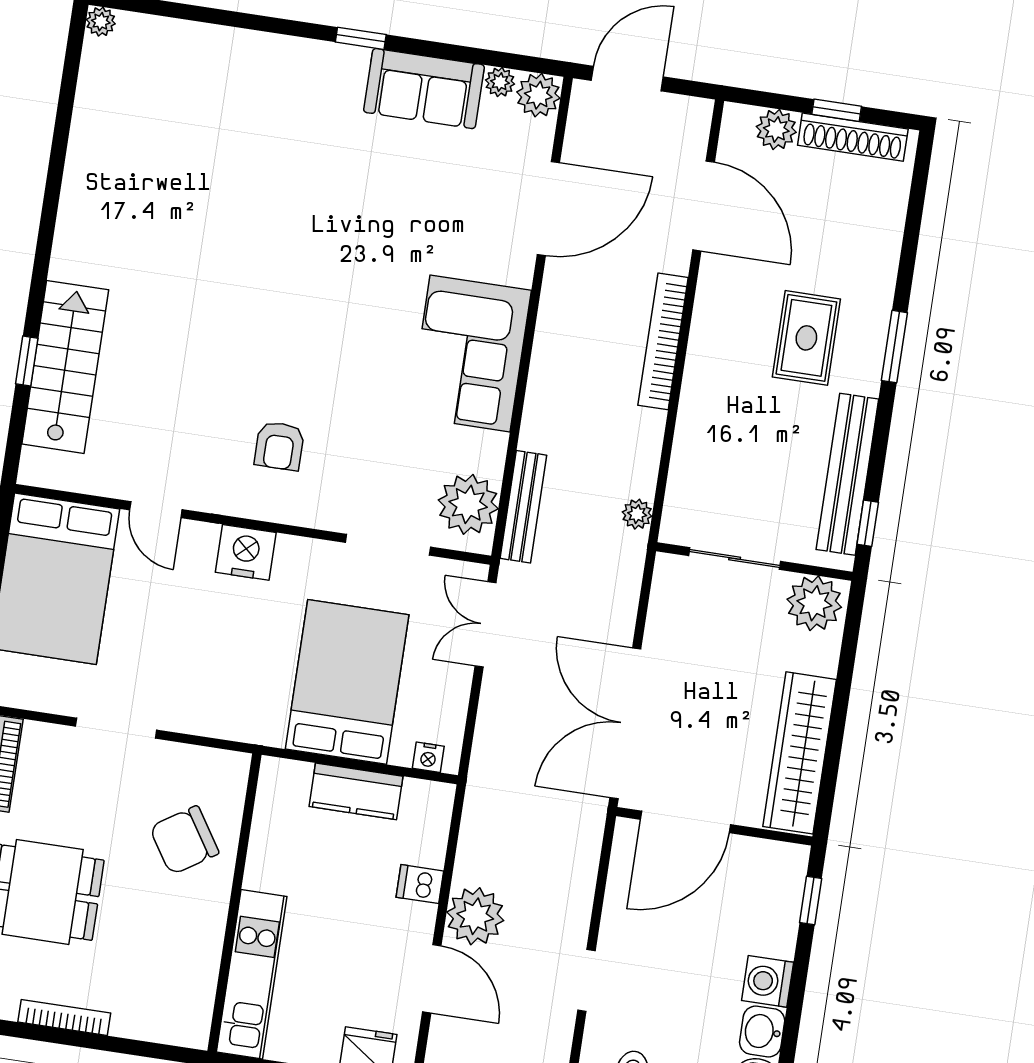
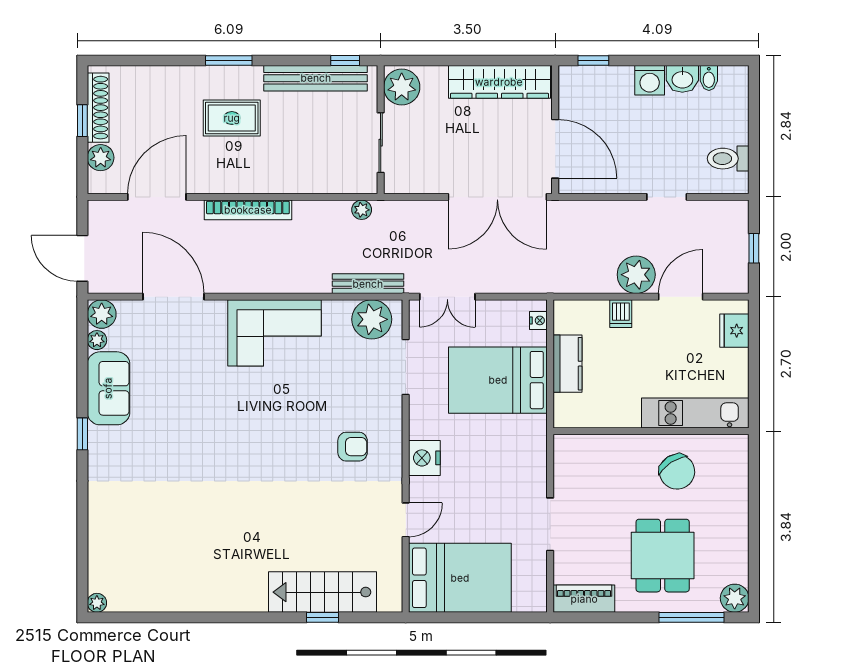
chair: (184, 840) -> (677, 472), moved
bookcase: (64, 1017) -> (741, 529), removed

